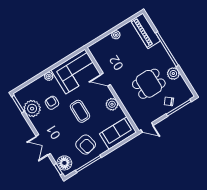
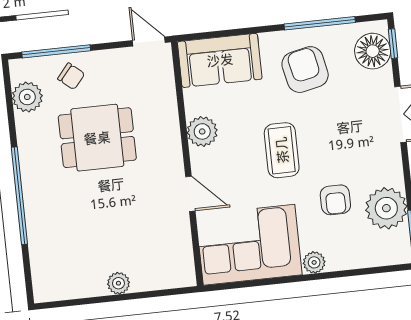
piano: (145, 31) -> (48, 260), removed
plant: (173, 74) -> (27, 97), moved

